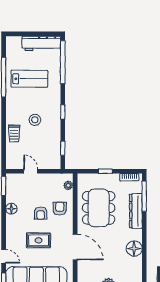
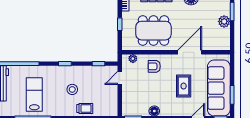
door: (31, 171) -> (120, 78), moved
armchair: (41, 213) -> (159, 84), removed

